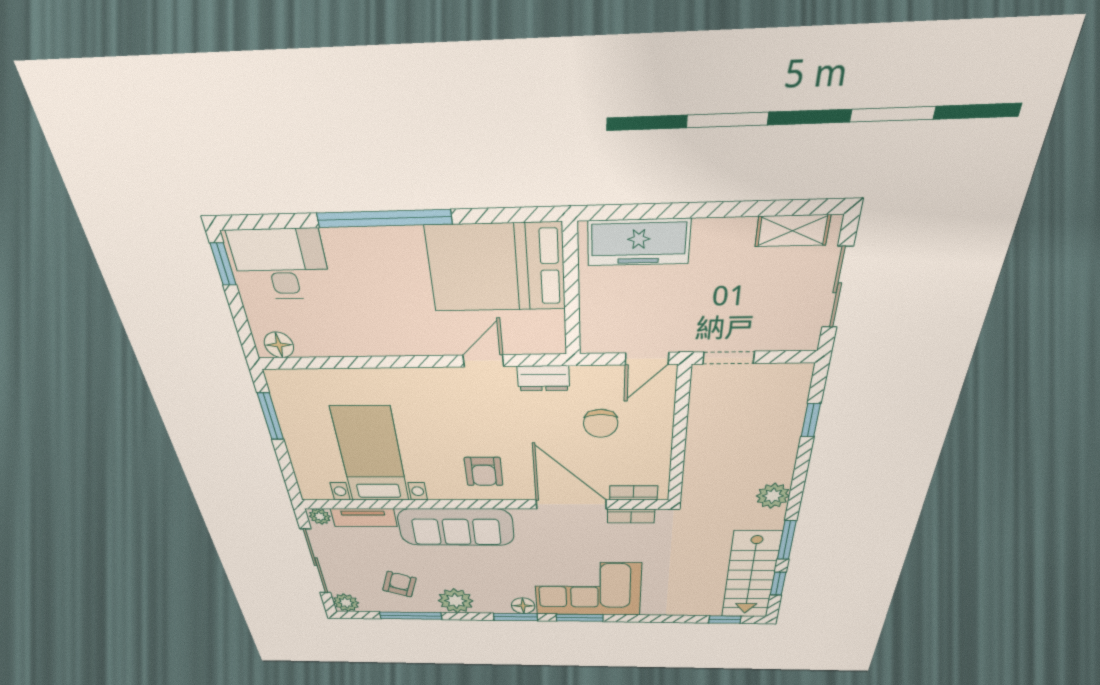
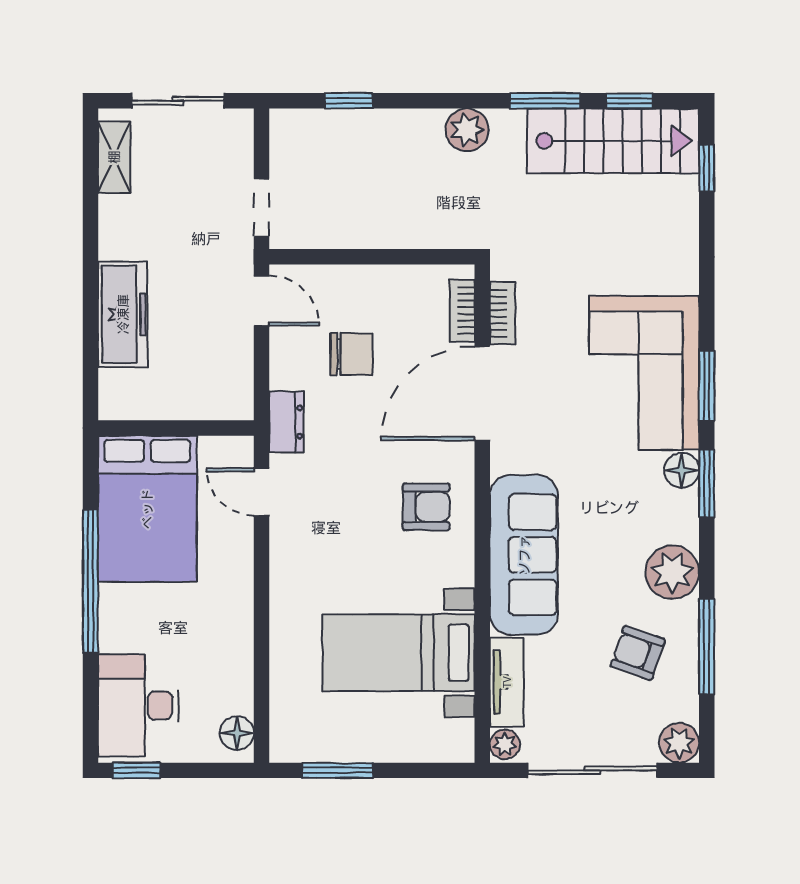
bed: (496, 268) -> (147, 509), moved
wall: (571, 291) -> (176, 428), moved

